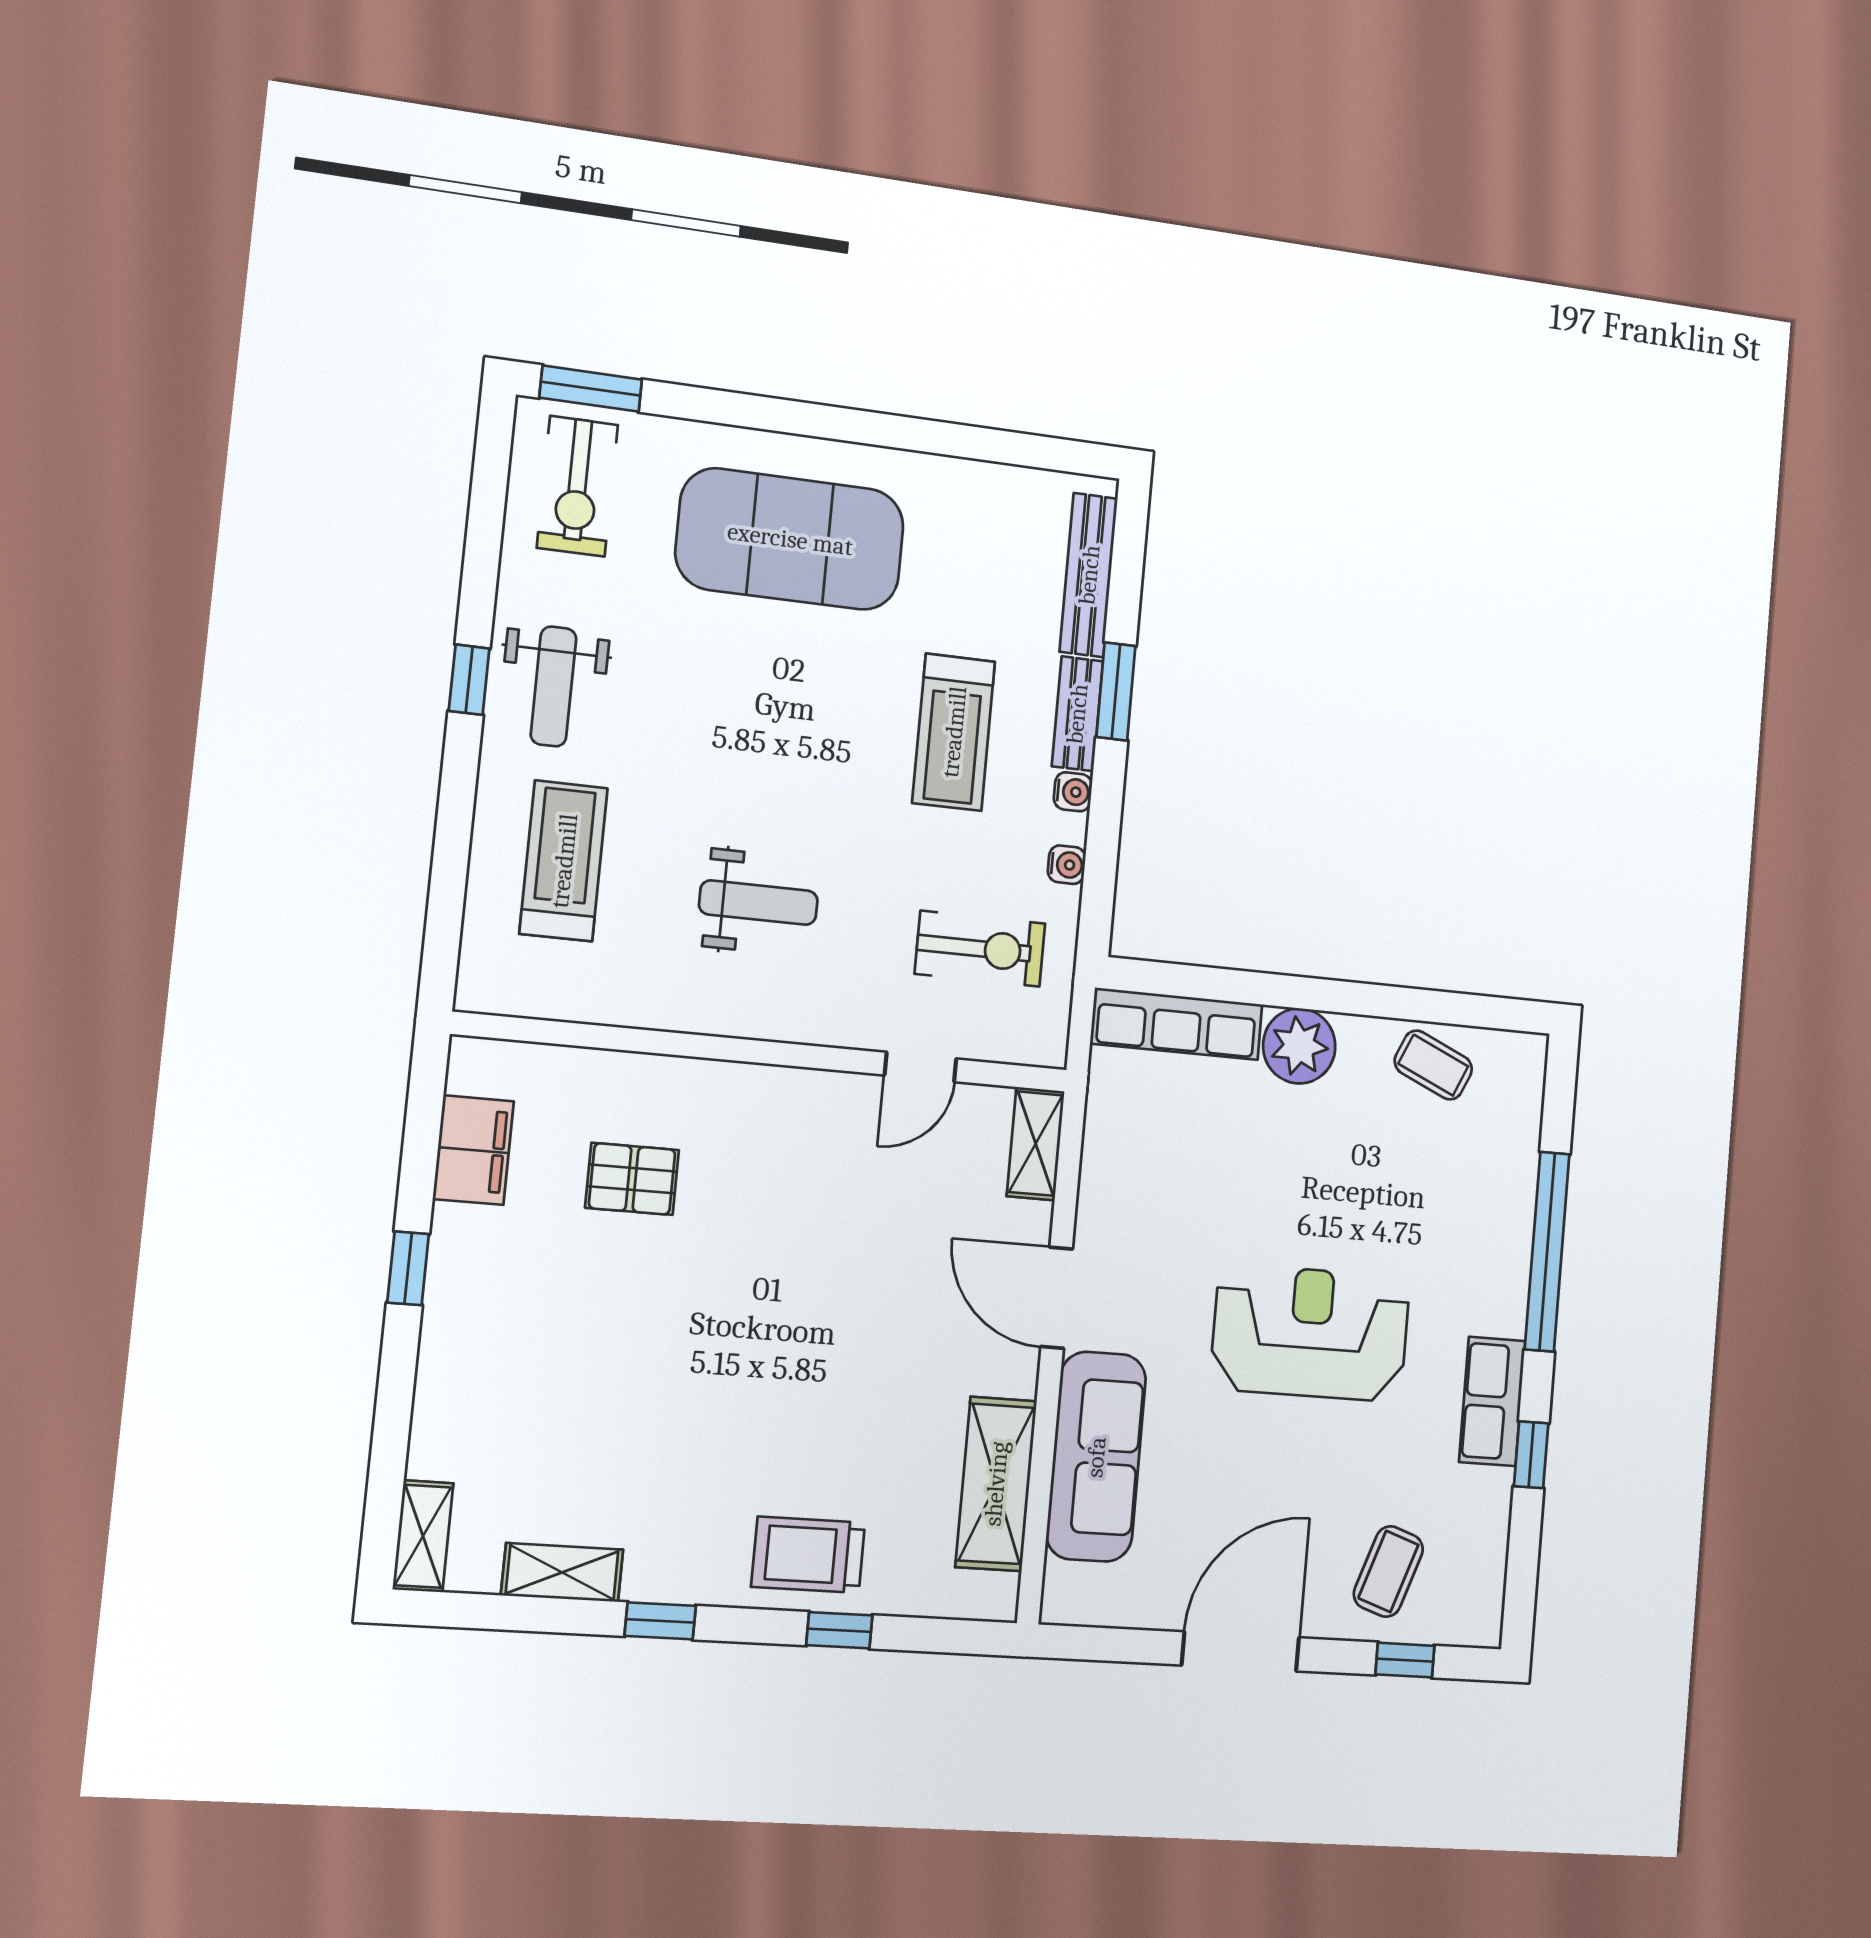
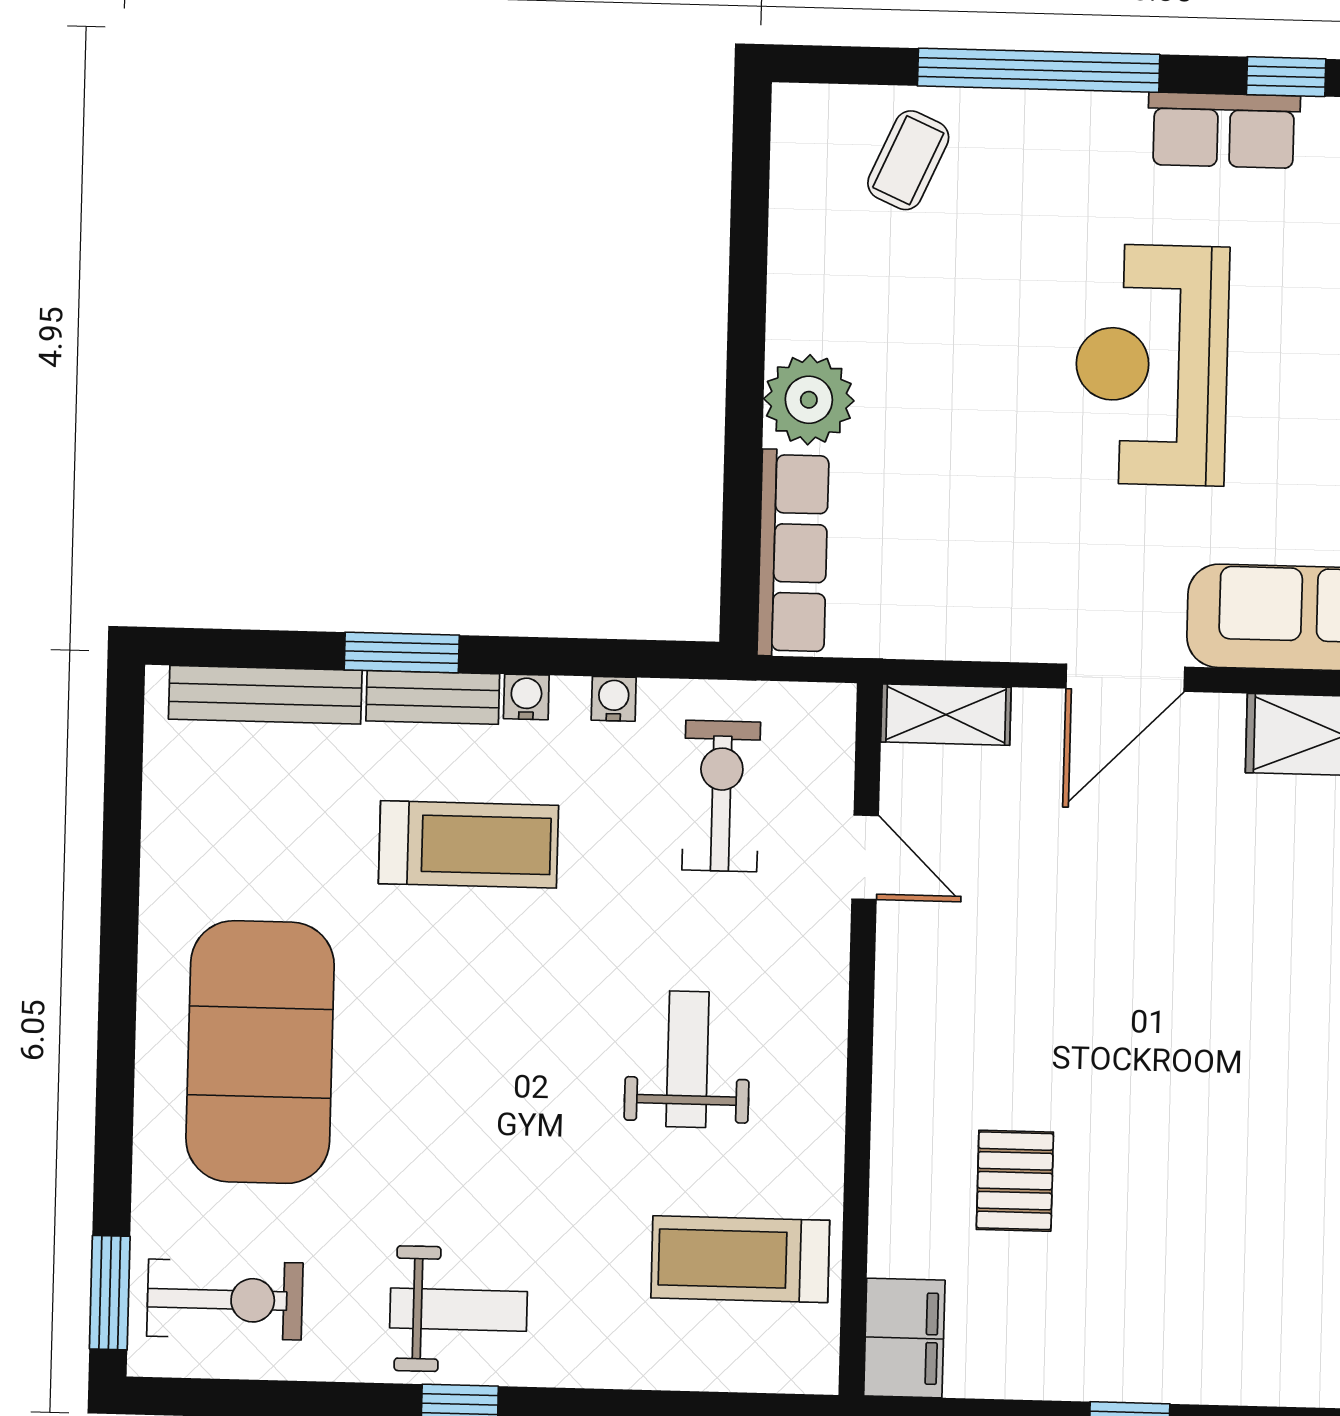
treadmill: (564, 861) -> (740, 1259), moved
coffee table: (1433, 1065) -> (908, 160), moved
filing cabinet: (473, 1150) -> (904, 1338), moved, turned 90

